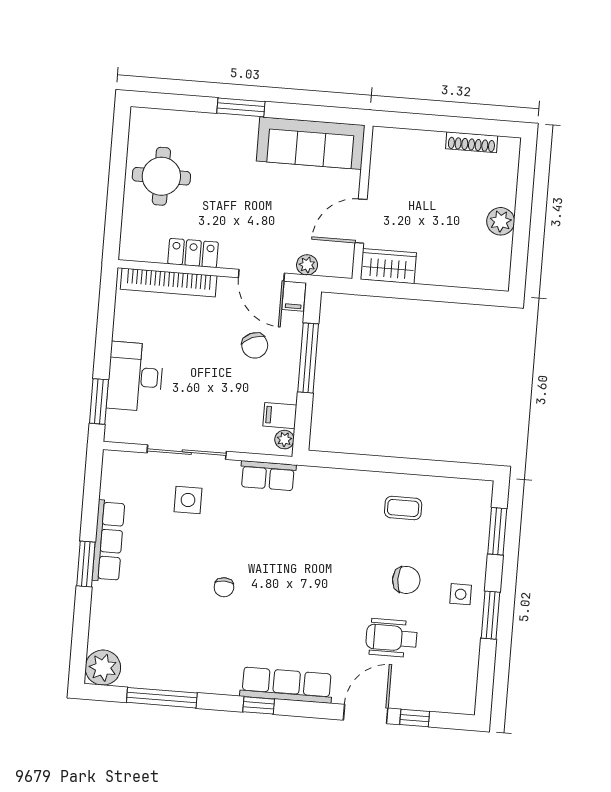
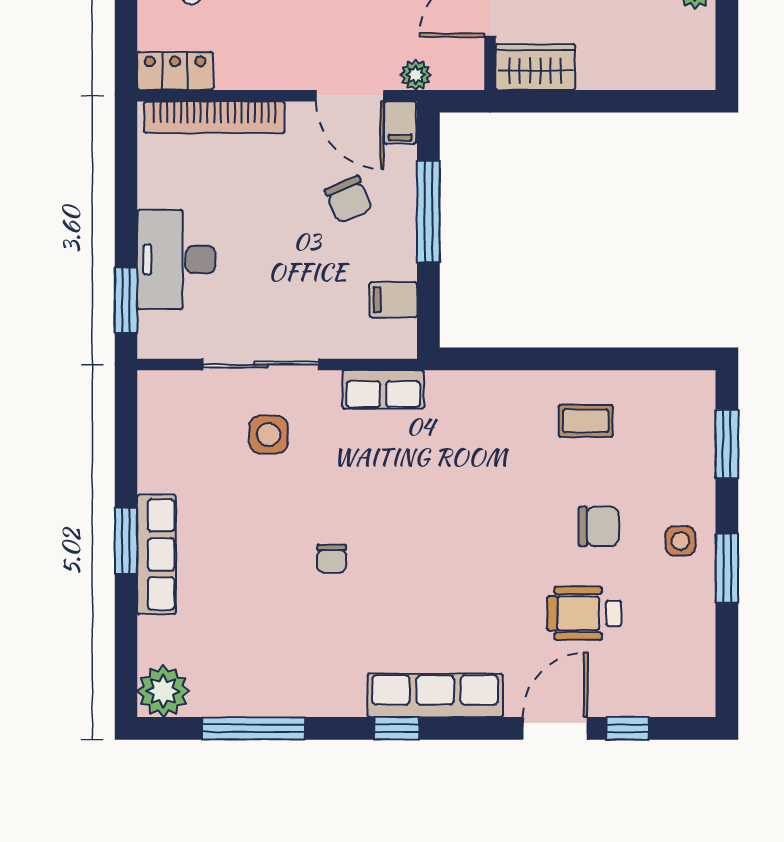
locker: (193, 253) -> (175, 71), moved
plant: (284, 440) -> (403, 334), removed
row of seats: (109, 541) -> (157, 554), moved

